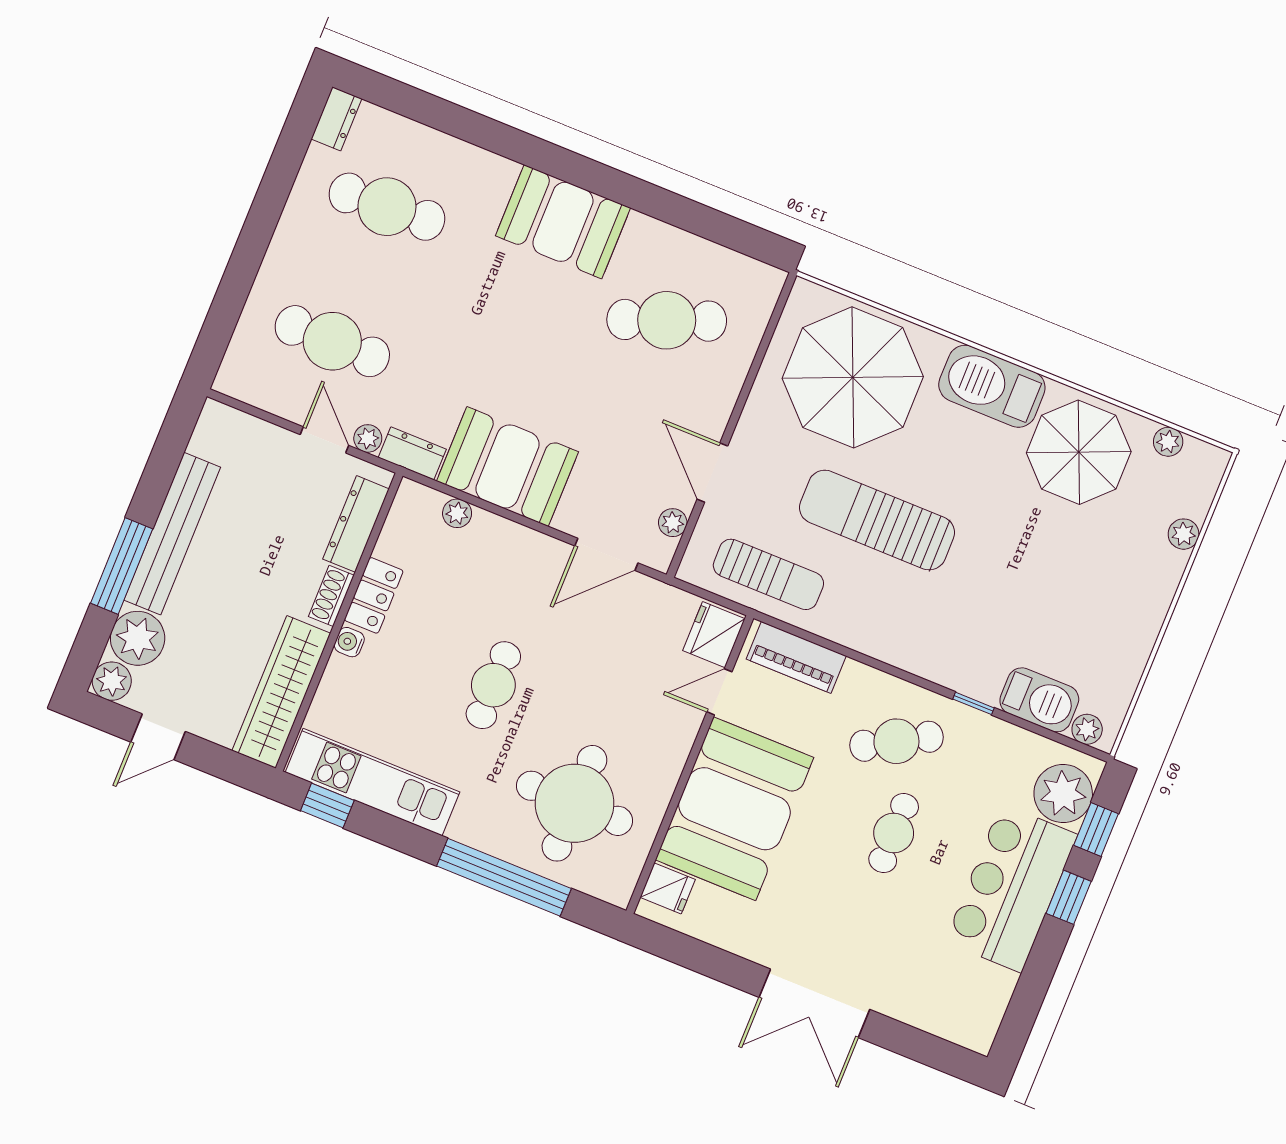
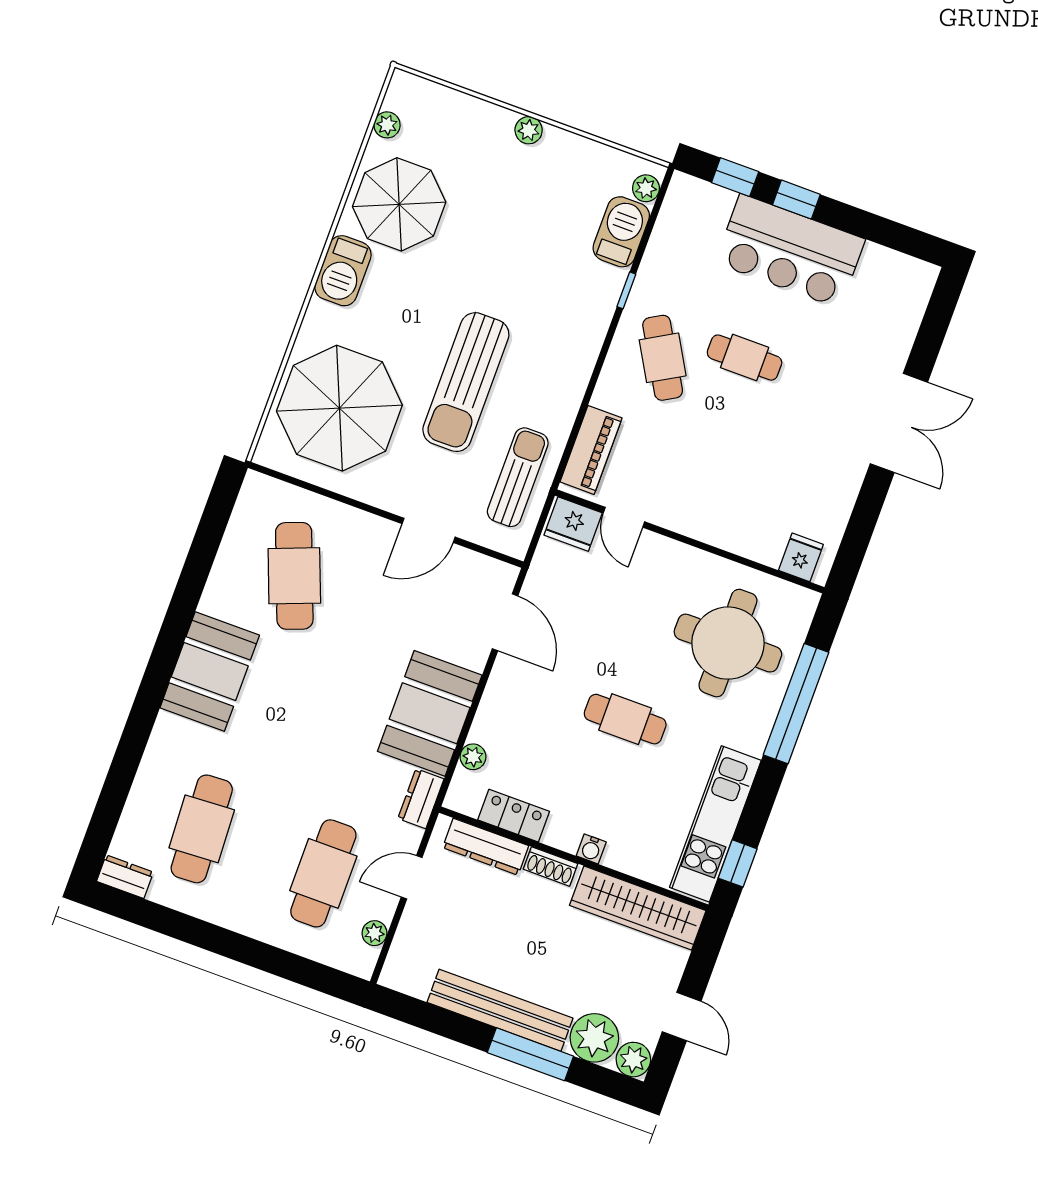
barbecue: (992, 386) -> (343, 271), width x0.73, depth x0.83
plant: (368, 438) -> (374, 933), moved
plant: (673, 523) -> (475, 564), removed
plant: (1184, 534) -> (529, 130), moved
locker: (374, 595) -> (514, 816), moved
plant: (1063, 794) -> (704, 208), removed
booth: (734, 809) -> (728, 500), removed

